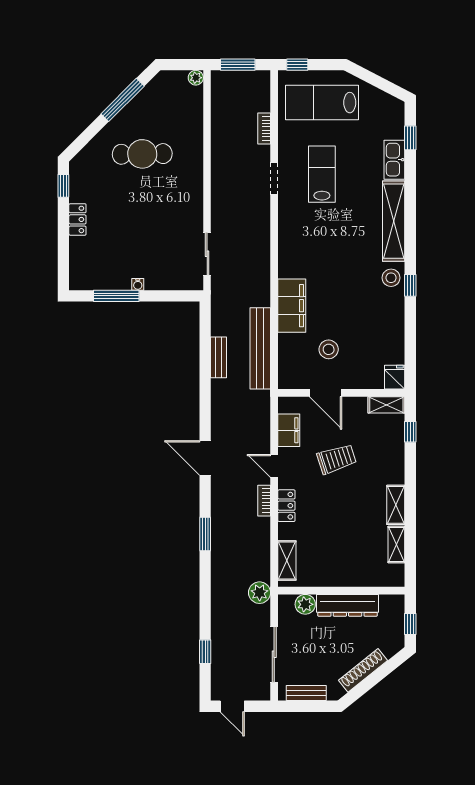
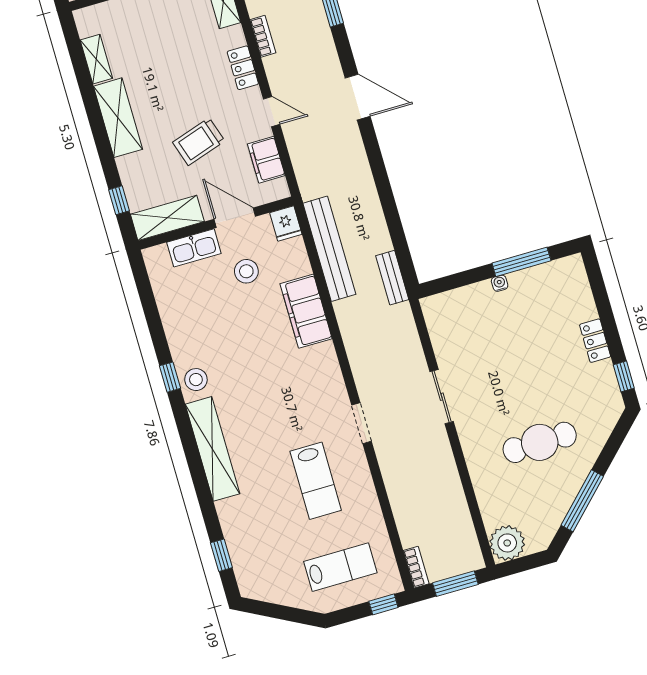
plant: (196, 78) -> (507, 543), width x1.88, depth x1.88
lab bench: (322, 103) -> (340, 567), width x0.73, depth x0.72
bookcase: (264, 129) -> (416, 567), moved
kitchen sink: (394, 160) -> (194, 248), moved, turned 90
doorway: (274, 179) -> (361, 423), moved
sliding door: (207, 254) -> (442, 397), moved
bench: (219, 357) -> (392, 278), moved
fridge: (395, 377) -> (286, 223), moved
shelving: (386, 405) -> (167, 218), width x1.50, depth x1.33
bookcase: (264, 501) -> (263, 36), moved
shelving: (396, 505) -> (118, 118), width x1.50, depth x1.33

